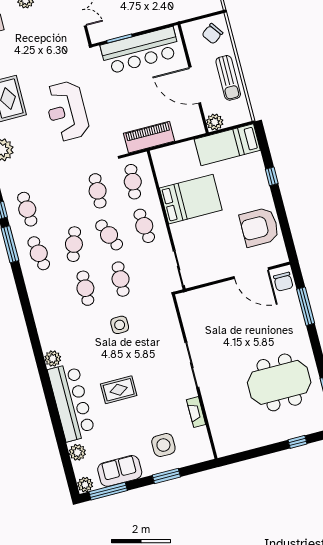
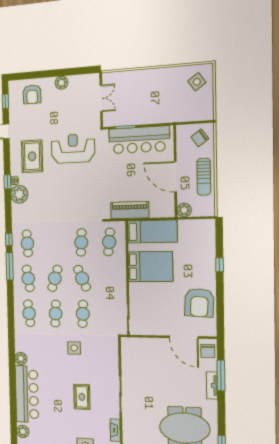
reception desk: (67, 111) -> (73, 149), moved, turned 90
bed: (227, 145) -> (152, 231), moved, turned 180
cafe table: (144, 226) -> (29, 313), moved
armchair: (259, 227) -> (199, 303), turned -87
tv unit: (298, 321) -> (212, 385), added
rug: (119, 390) -> (82, 397), moved, turned 90

